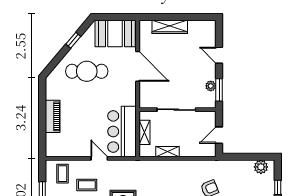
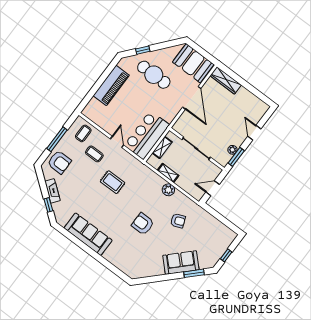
wardrobe: (170, 27) -> (226, 80), moved
window: (73, 40) -> (143, 50), moved
piano: (53, 116) -> (111, 85), width x1.37, depth x1.33
plant: (261, 167) -> (168, 190), moved

